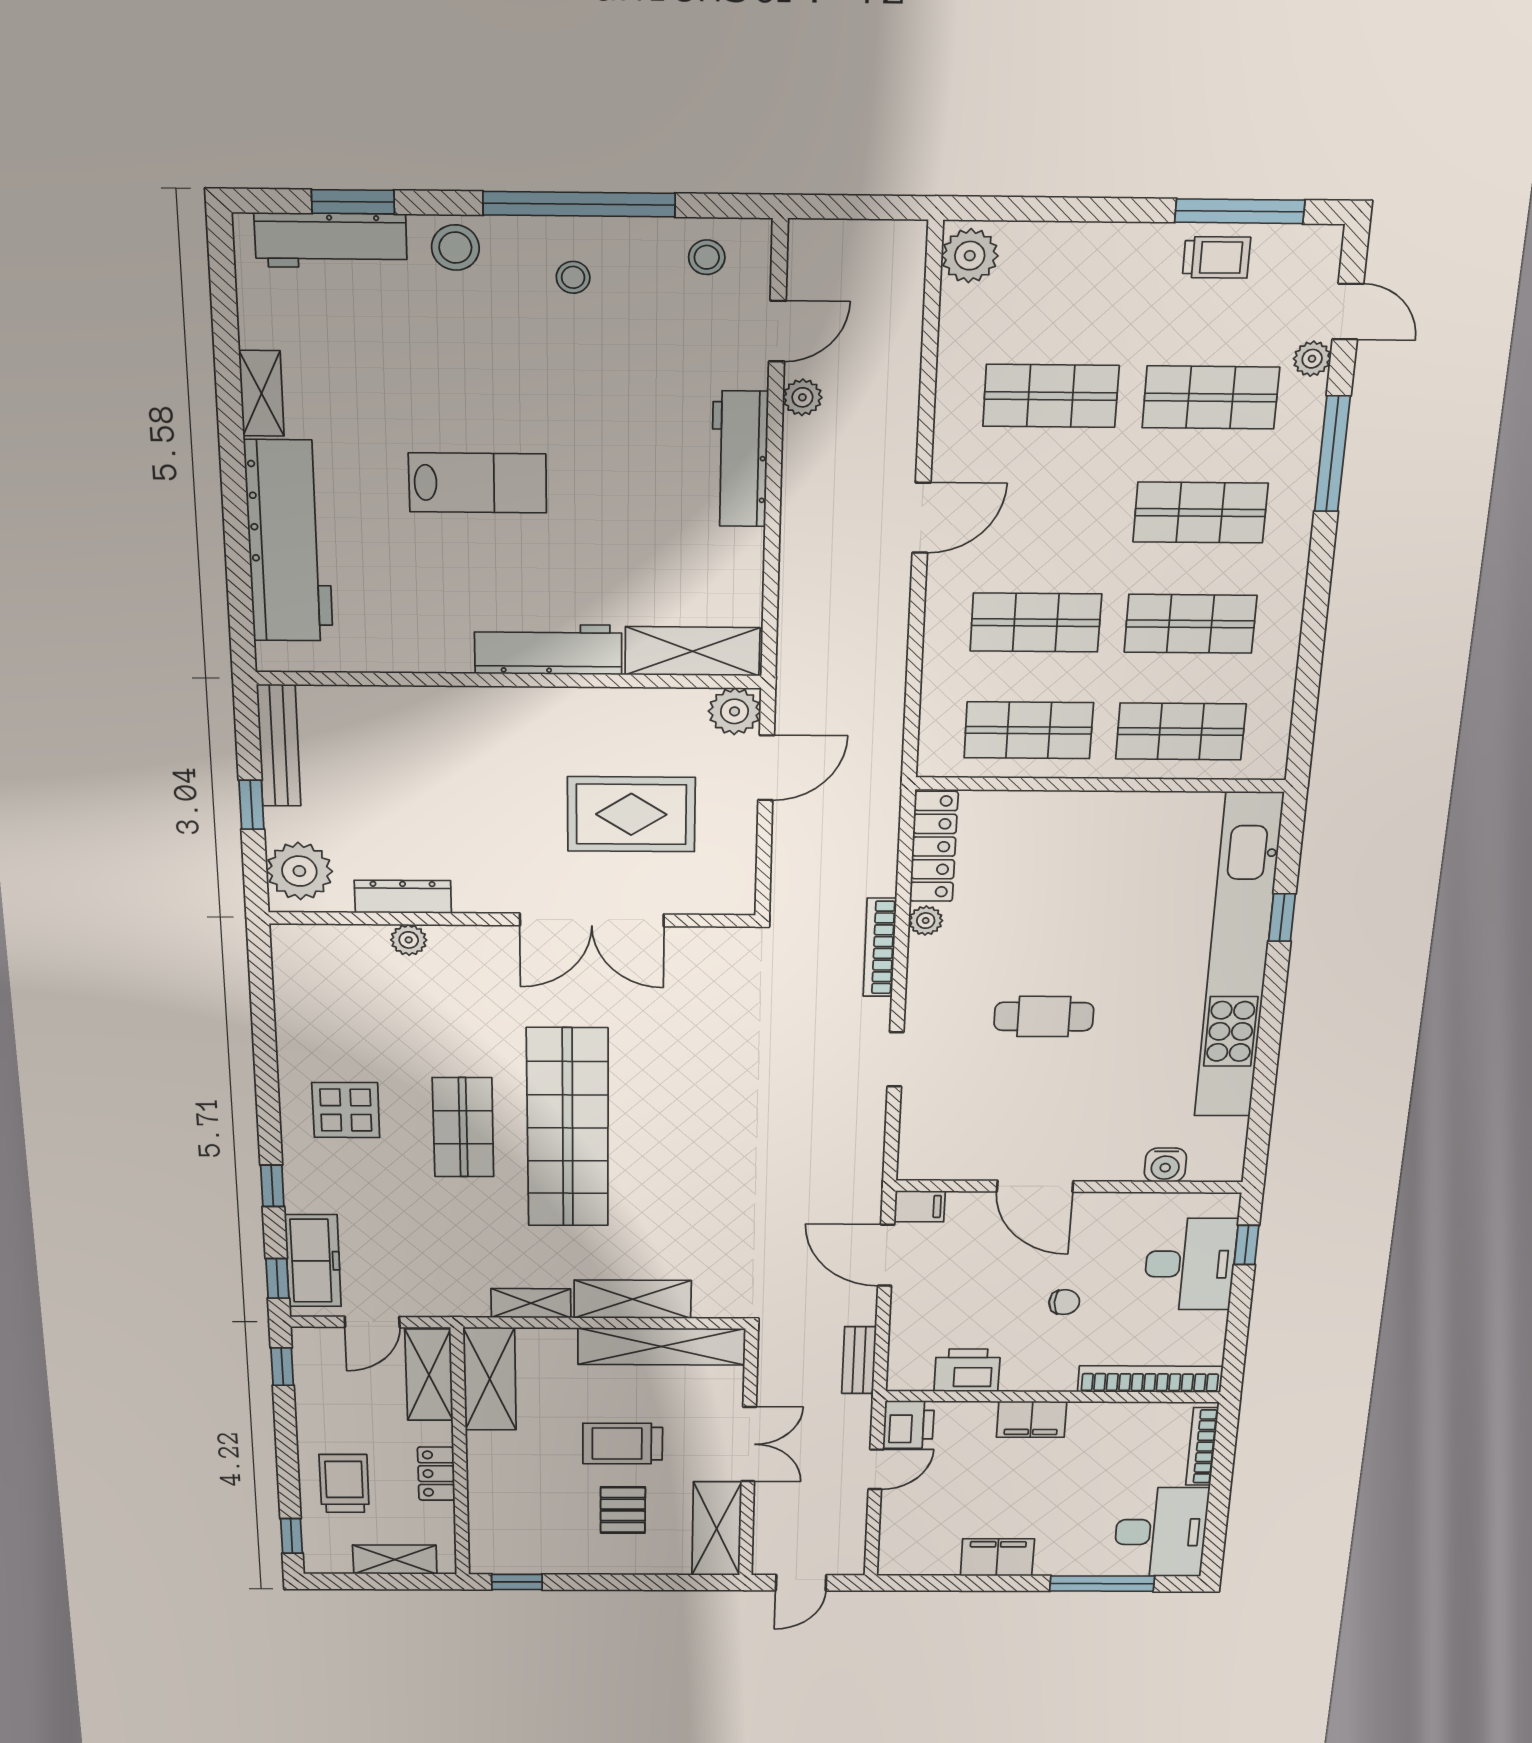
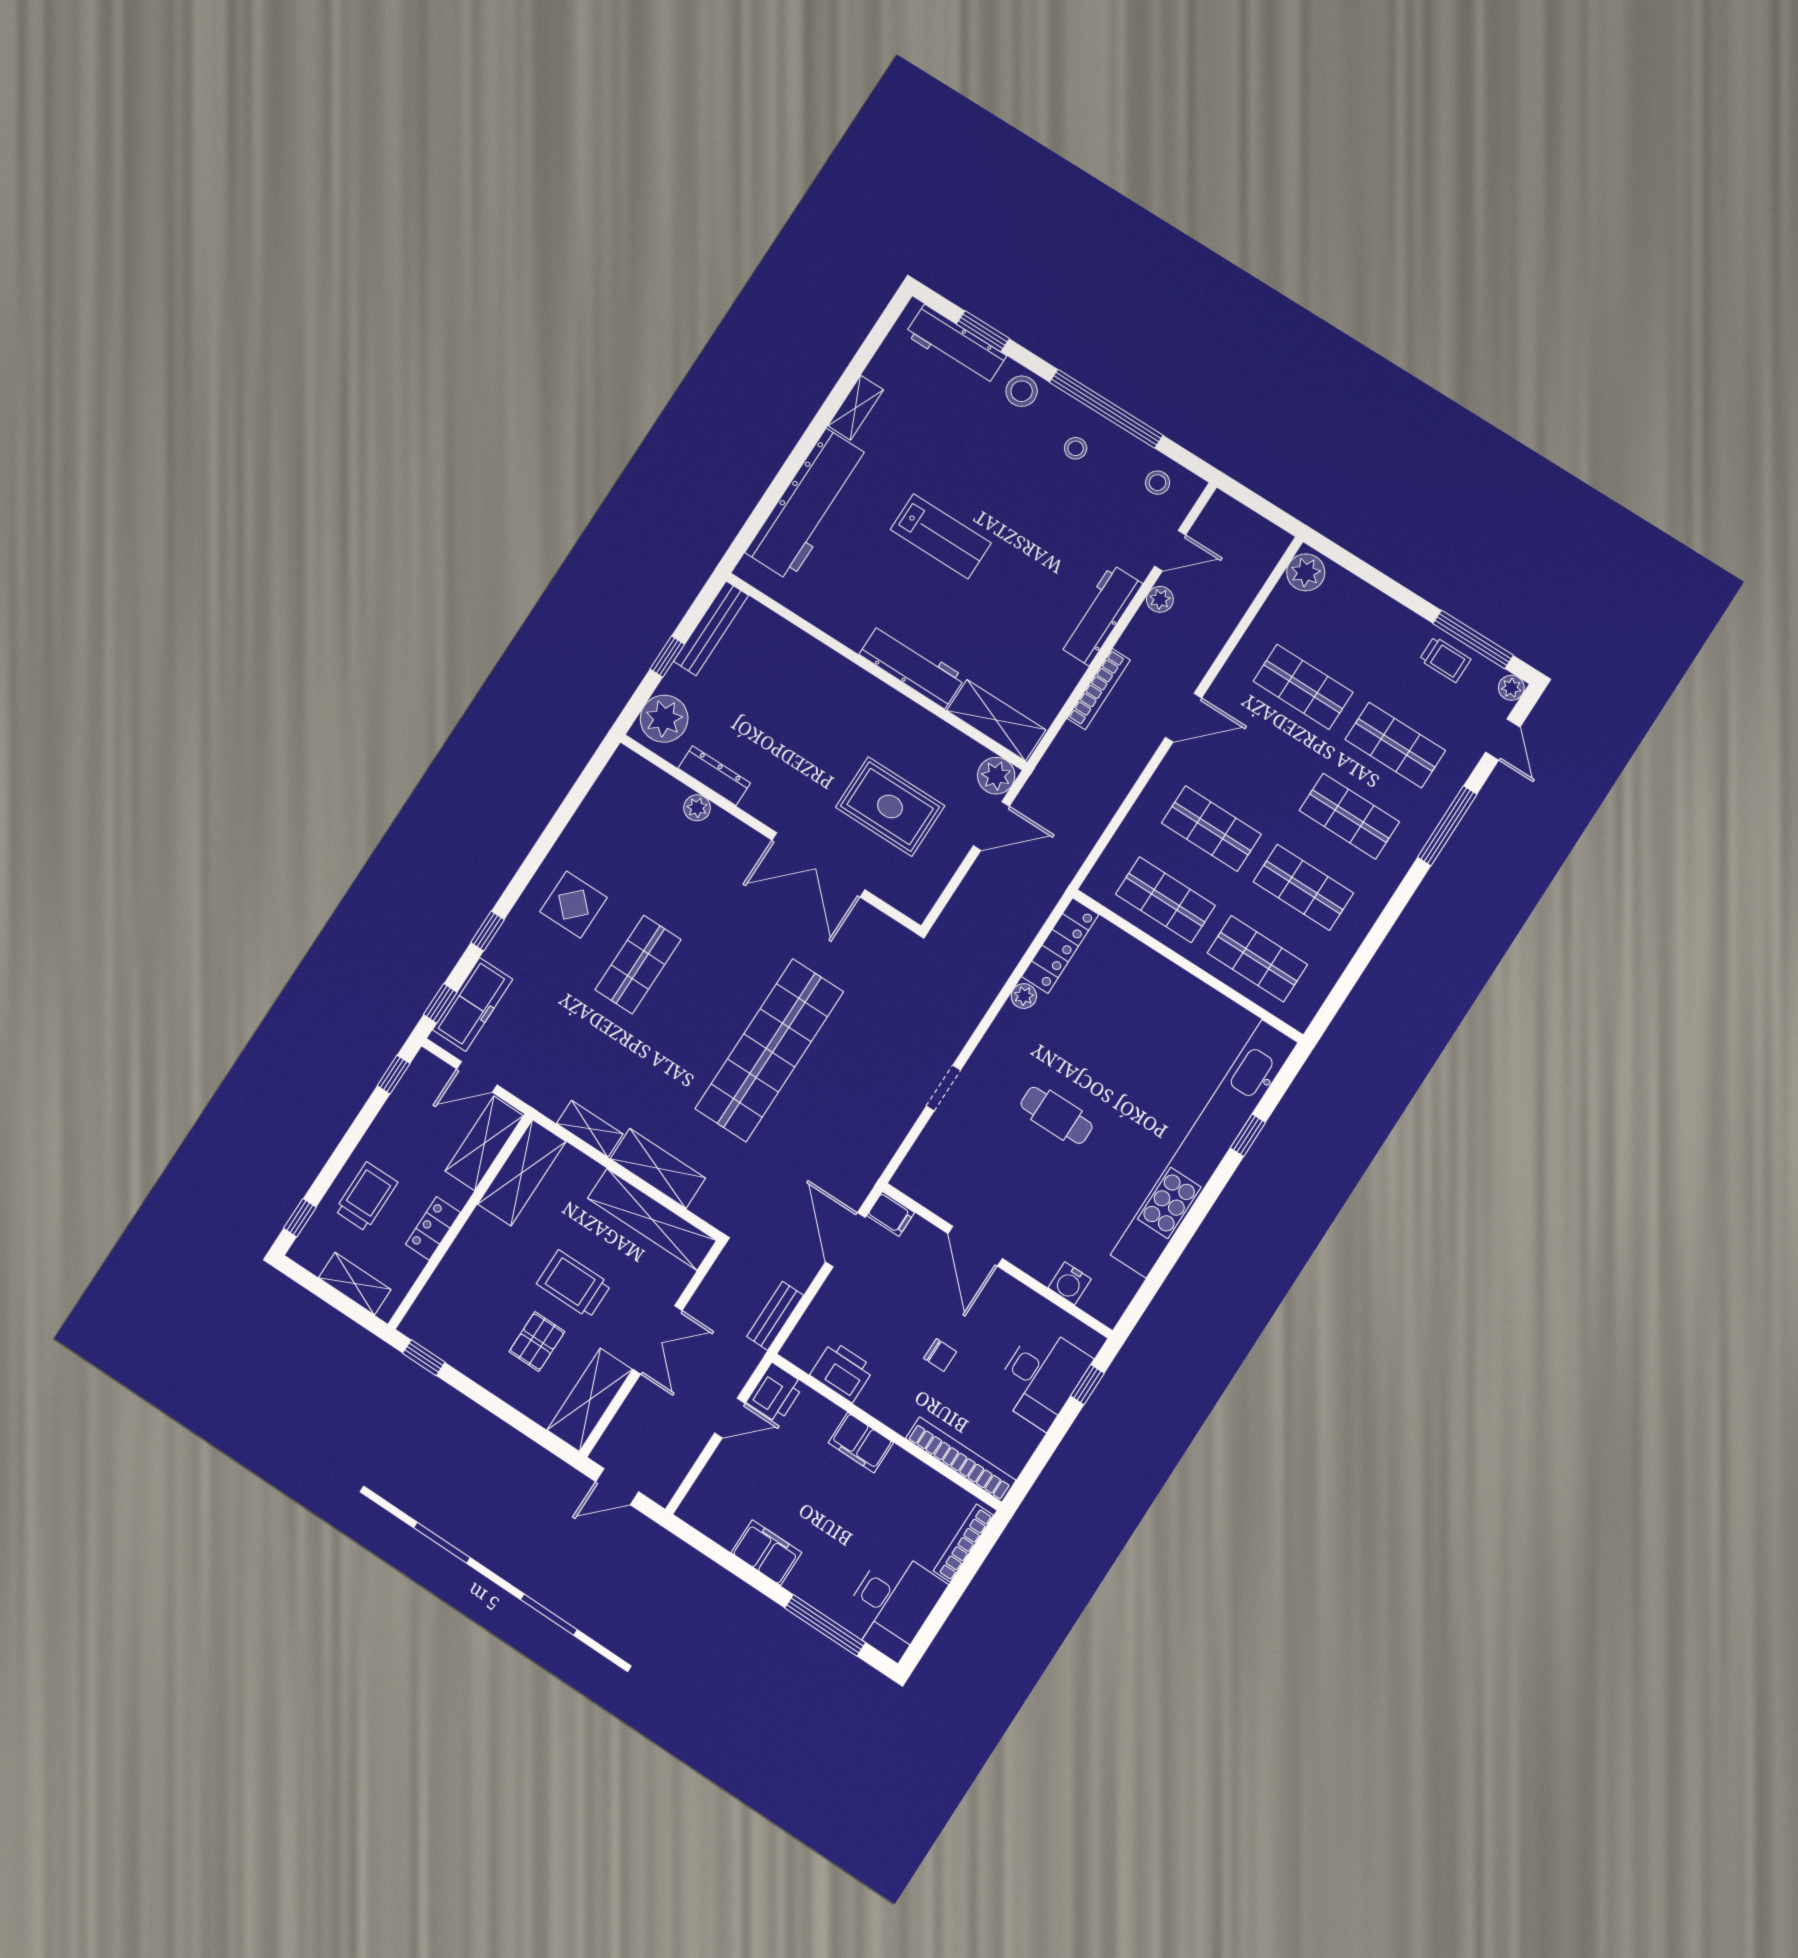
plant: (1312, 359) -> (1511, 688), moved
bookcase: (880, 947) -> (1099, 689), moved, turned 180
shop shelf: (568, 1128) -> (769, 1050), moved

